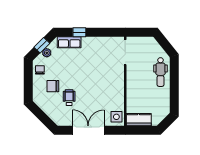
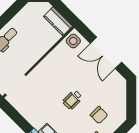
wheelchair: (69, 98) -> (72, 100), moved

